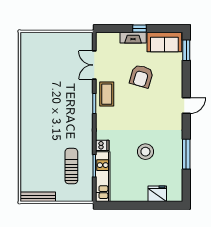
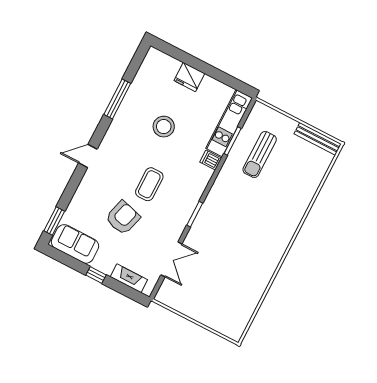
fireplace: (133, 38) -> (129, 278), moved
coffee table: (107, 94) -> (149, 184), moved
fridge: (157, 194) -> (189, 77), moved

